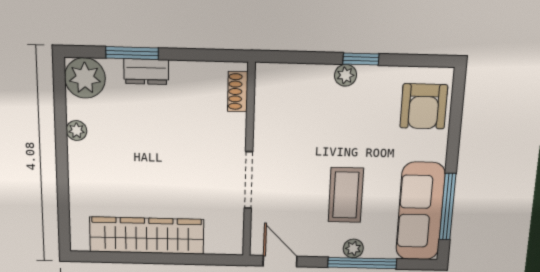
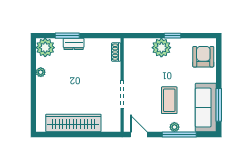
plant: (346, 75) -> (161, 48), width x1.87, depth x1.87
armchair: (424, 106) -> (203, 57), turned 180

